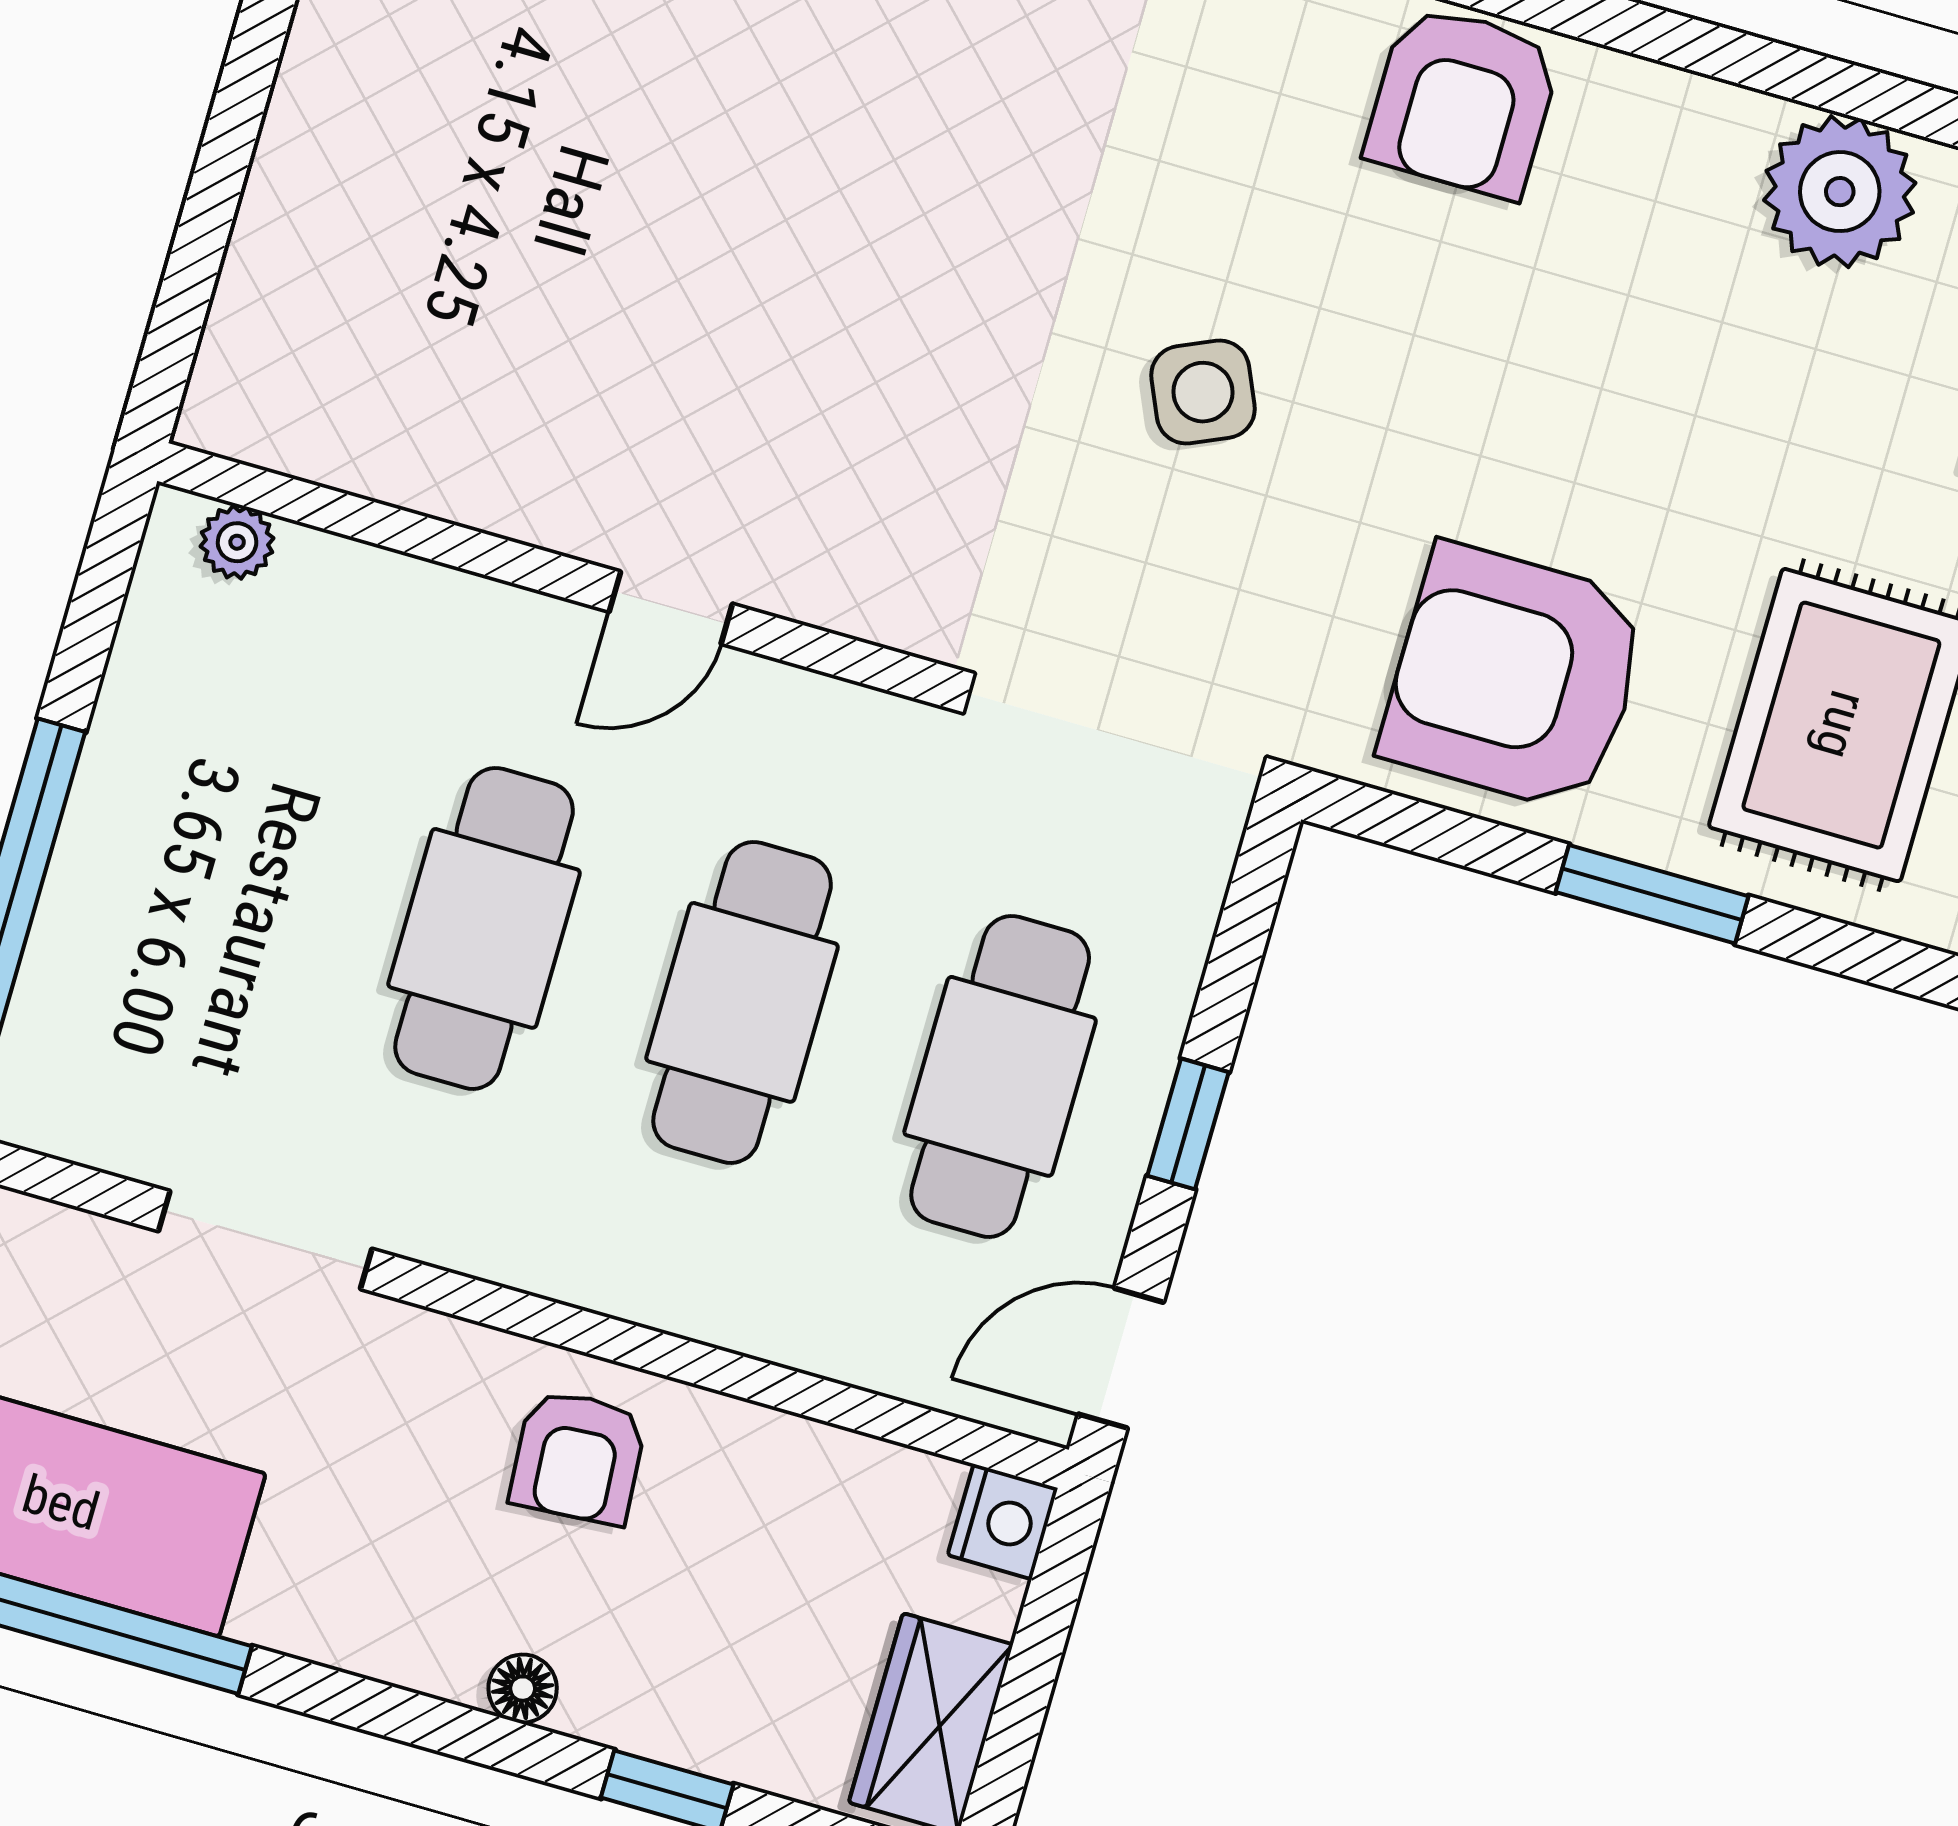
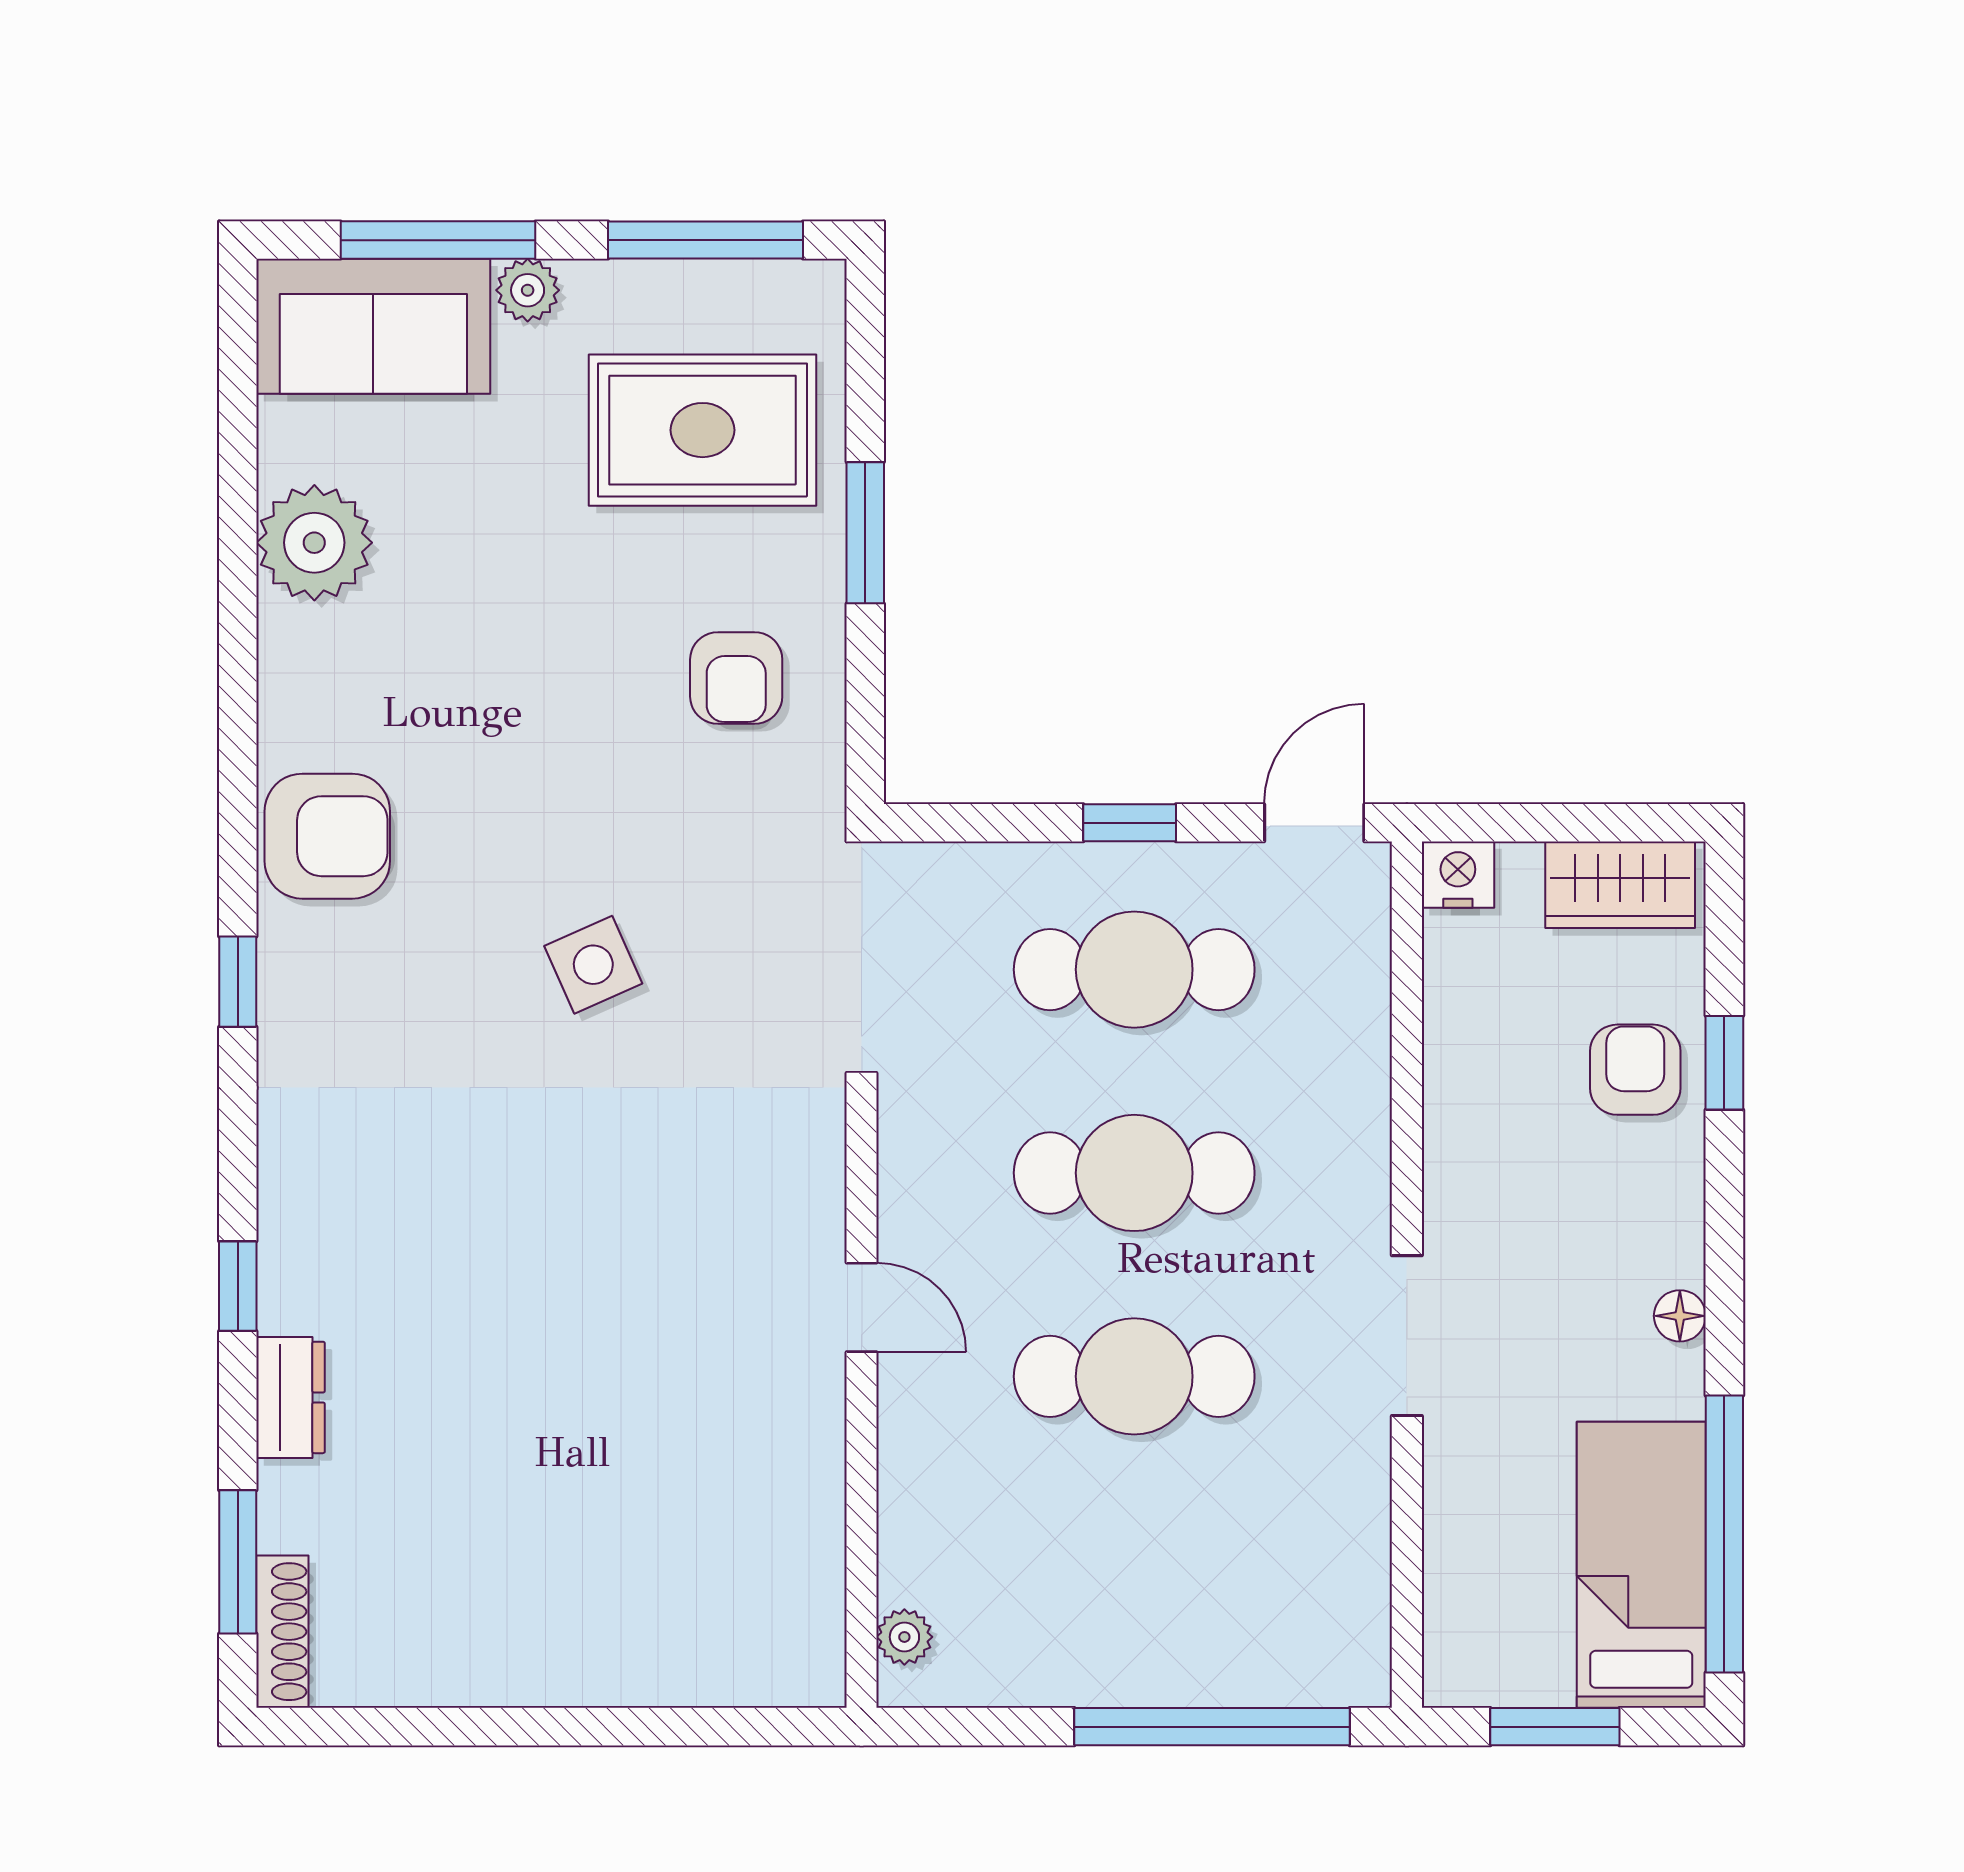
armchair: (1515, 678) -> (736, 678), width x0.53, depth x0.53
doorway: (265, 1240) -> (1407, 1336), moved
door: (1121, 1358) -> (1314, 823), swing flipped
armchair: (578, 1457) -> (1635, 1070), moved, turned -86
floor lamp: (523, 1689) -> (1680, 1316), moved

